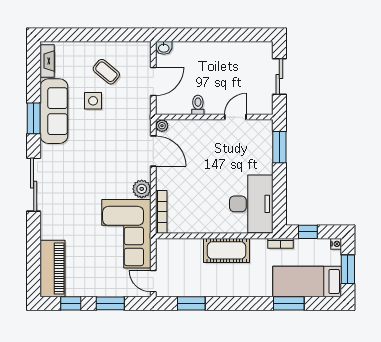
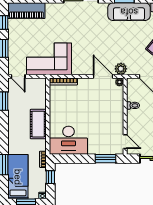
side table: (93, 101) -> (136, 37), removed
door: (235, 117) -> (125, 142), moved
door: (153, 151) -> (103, 76), swing flipped
plant: (142, 189) -> (121, 69), moved
door: (153, 281) -> (18, 76), swing flipped

